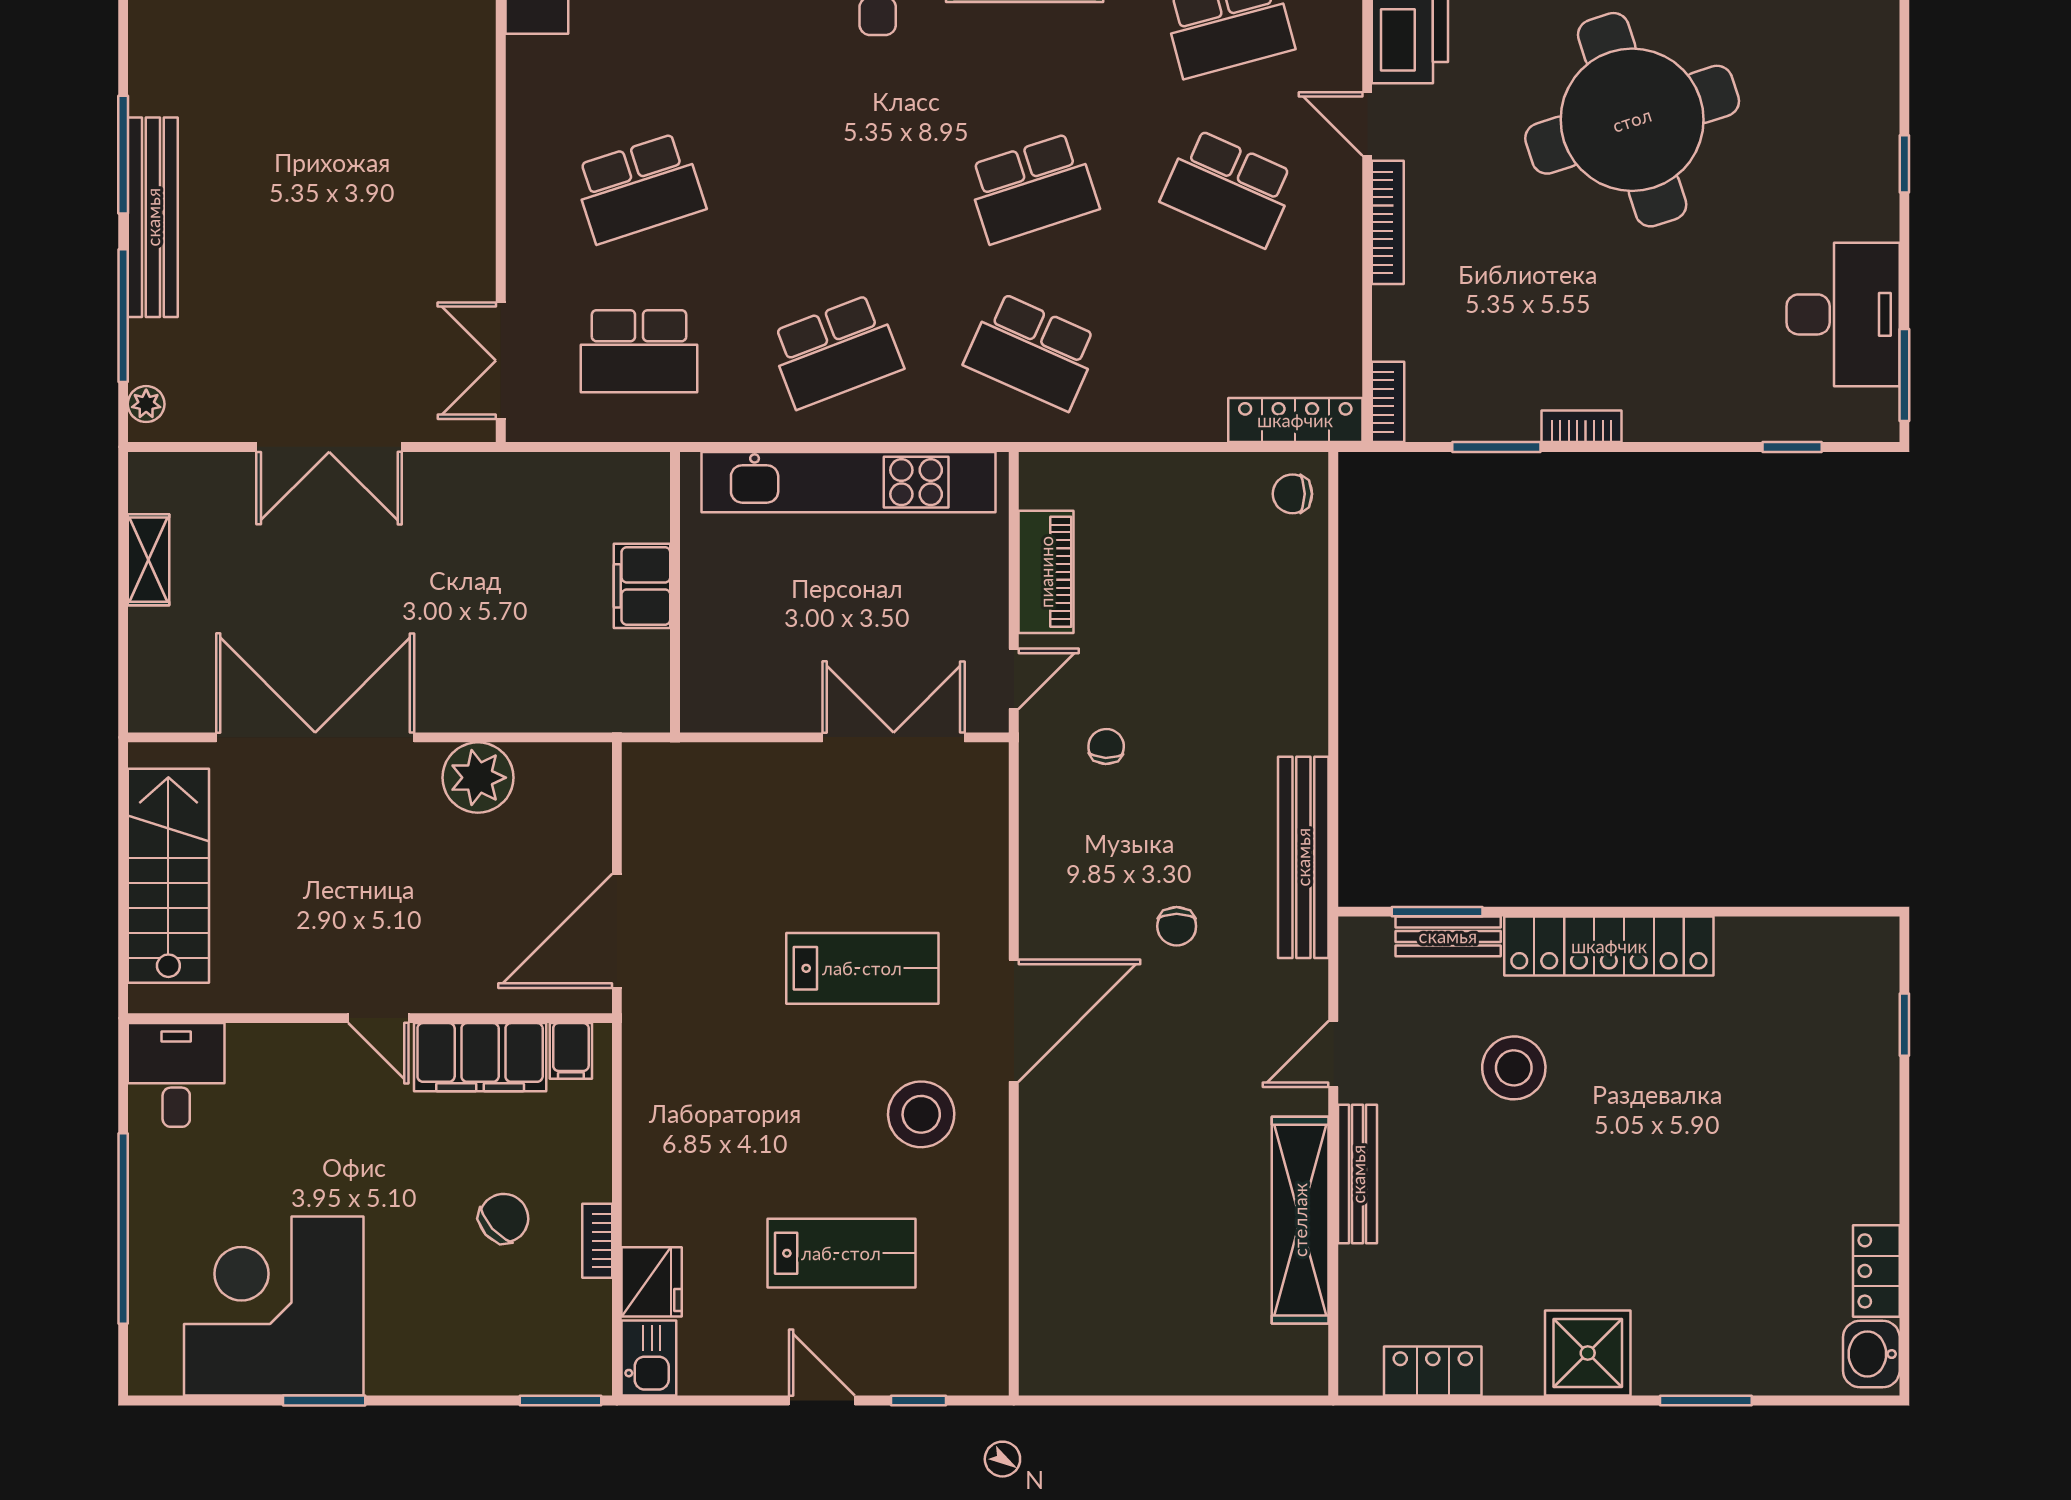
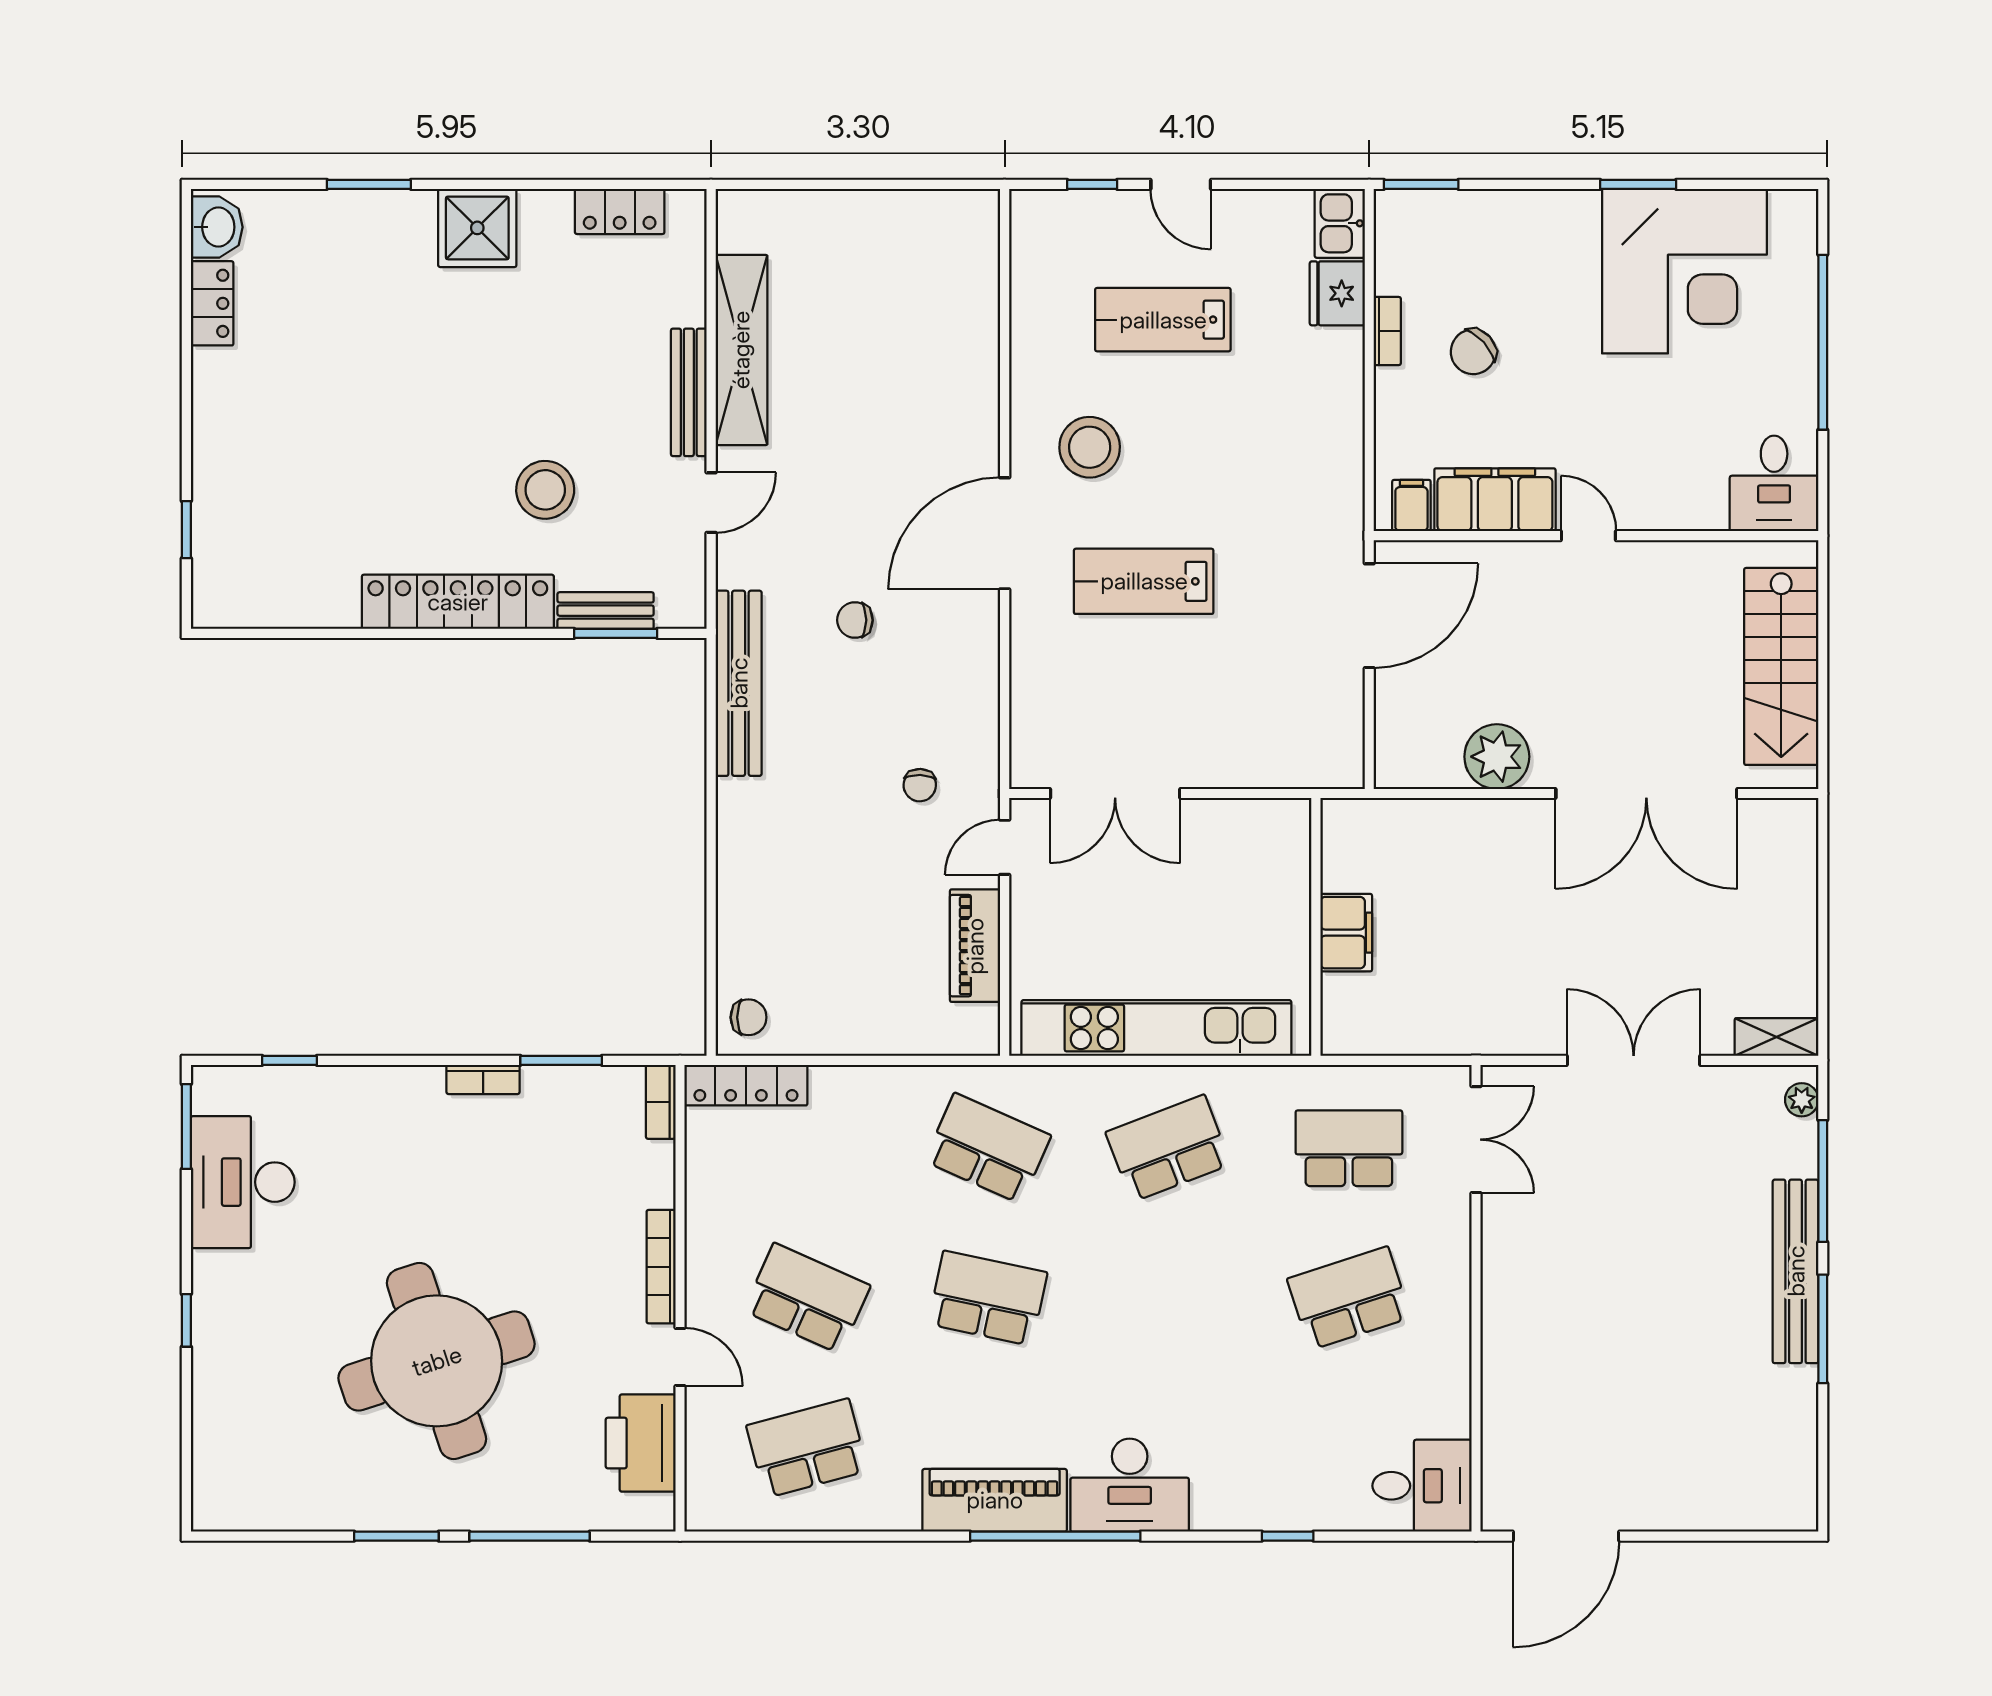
school desk: (1032, 188) -> (988, 1298), turned 30
shelving: (149, 560) -> (1776, 1037), moved, turned 90
chair: (1177, 926) -> (855, 620), turned -90

